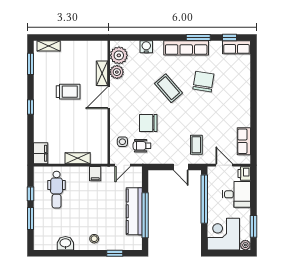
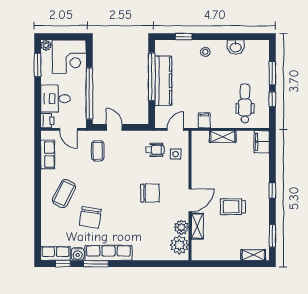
water cooler: (146, 47) -> (78, 254), moved
coffee table: (168, 88) -> (64, 194), moved, turned 68
chair: (148, 123) -> (150, 193), moved

